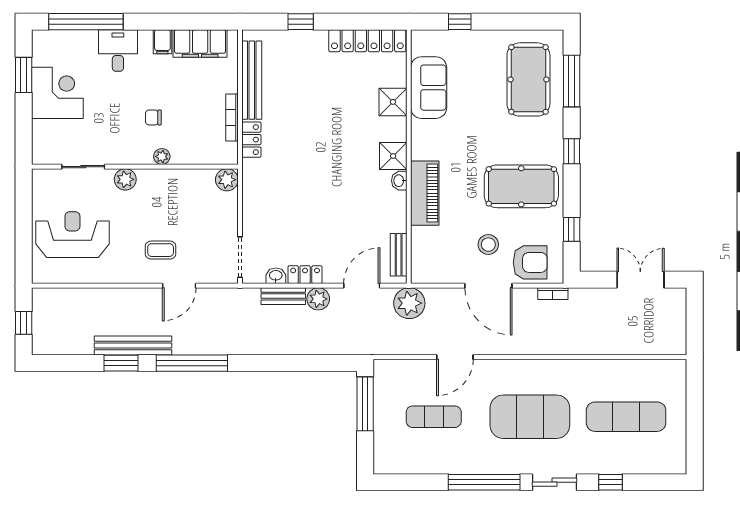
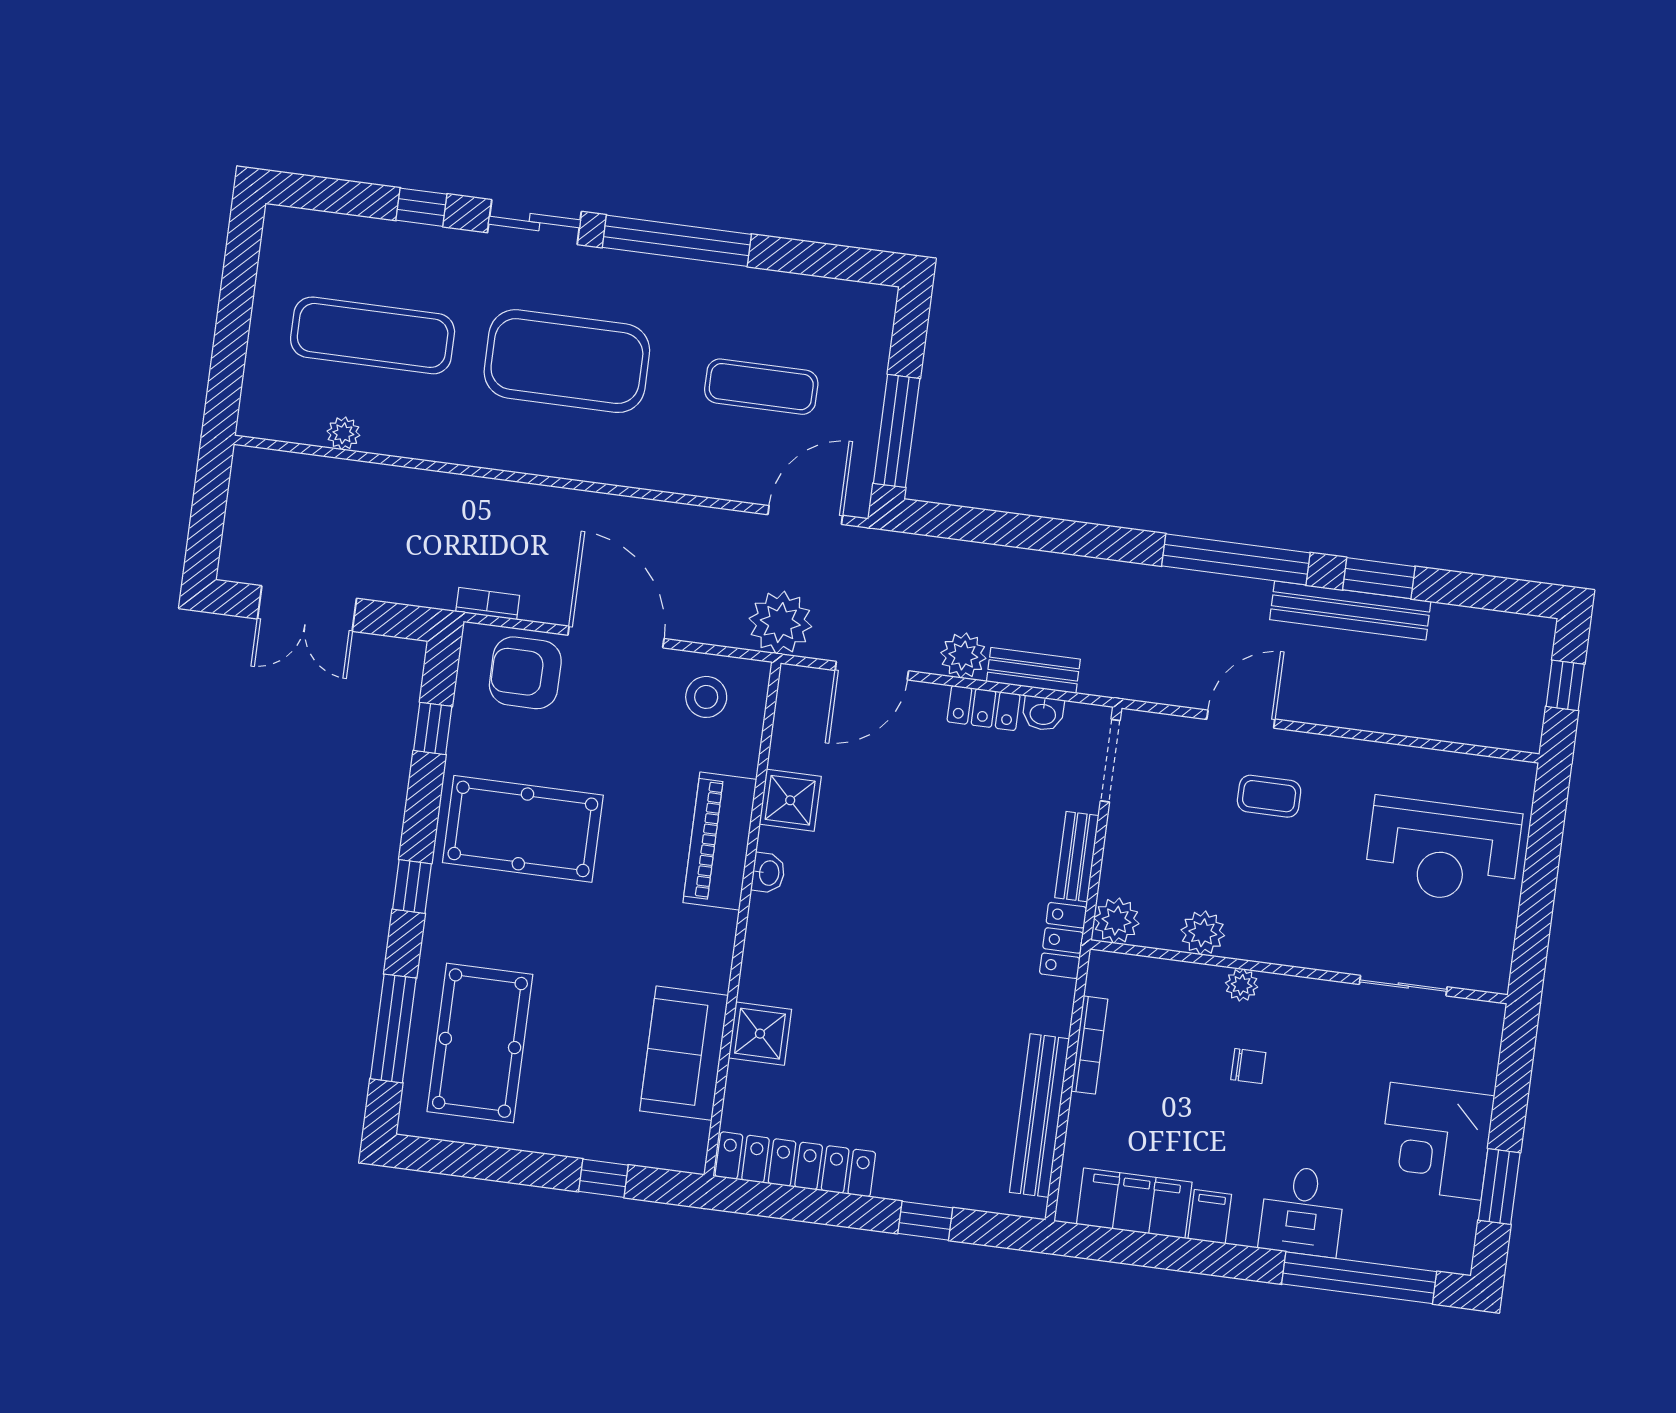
locker: (251, 140) -> (1063, 940), moved
shower: (393, 156) -> (790, 800), moved
plant: (125, 179) -> (1203, 933), moved
stool: (488, 245) -> (706, 697), moved
bench: (399, 255) -> (1077, 857), moved
door: (455, 357) -> (805, 515), moved
plant: (634, 367) -> (343, 433), added

